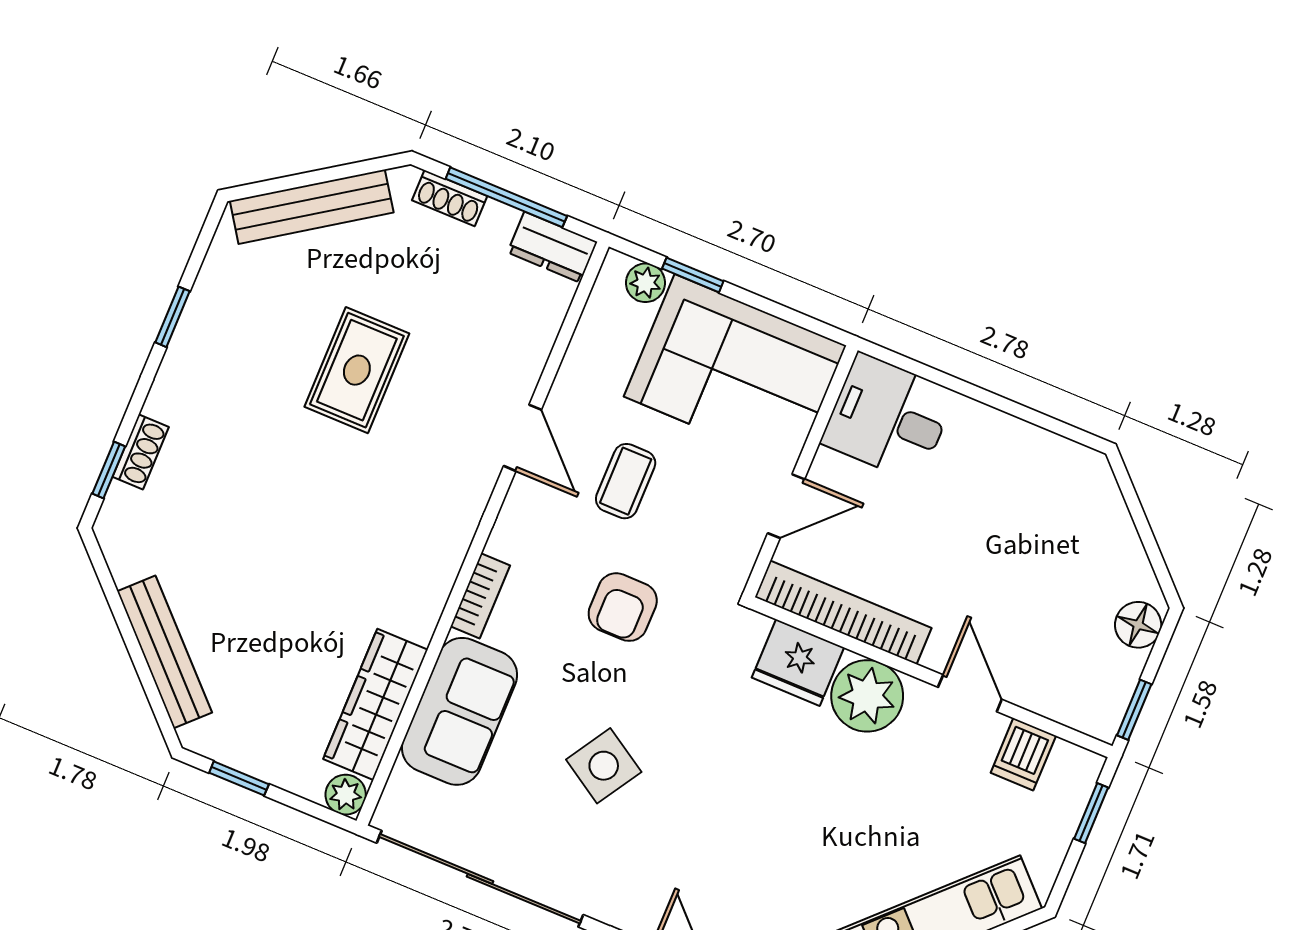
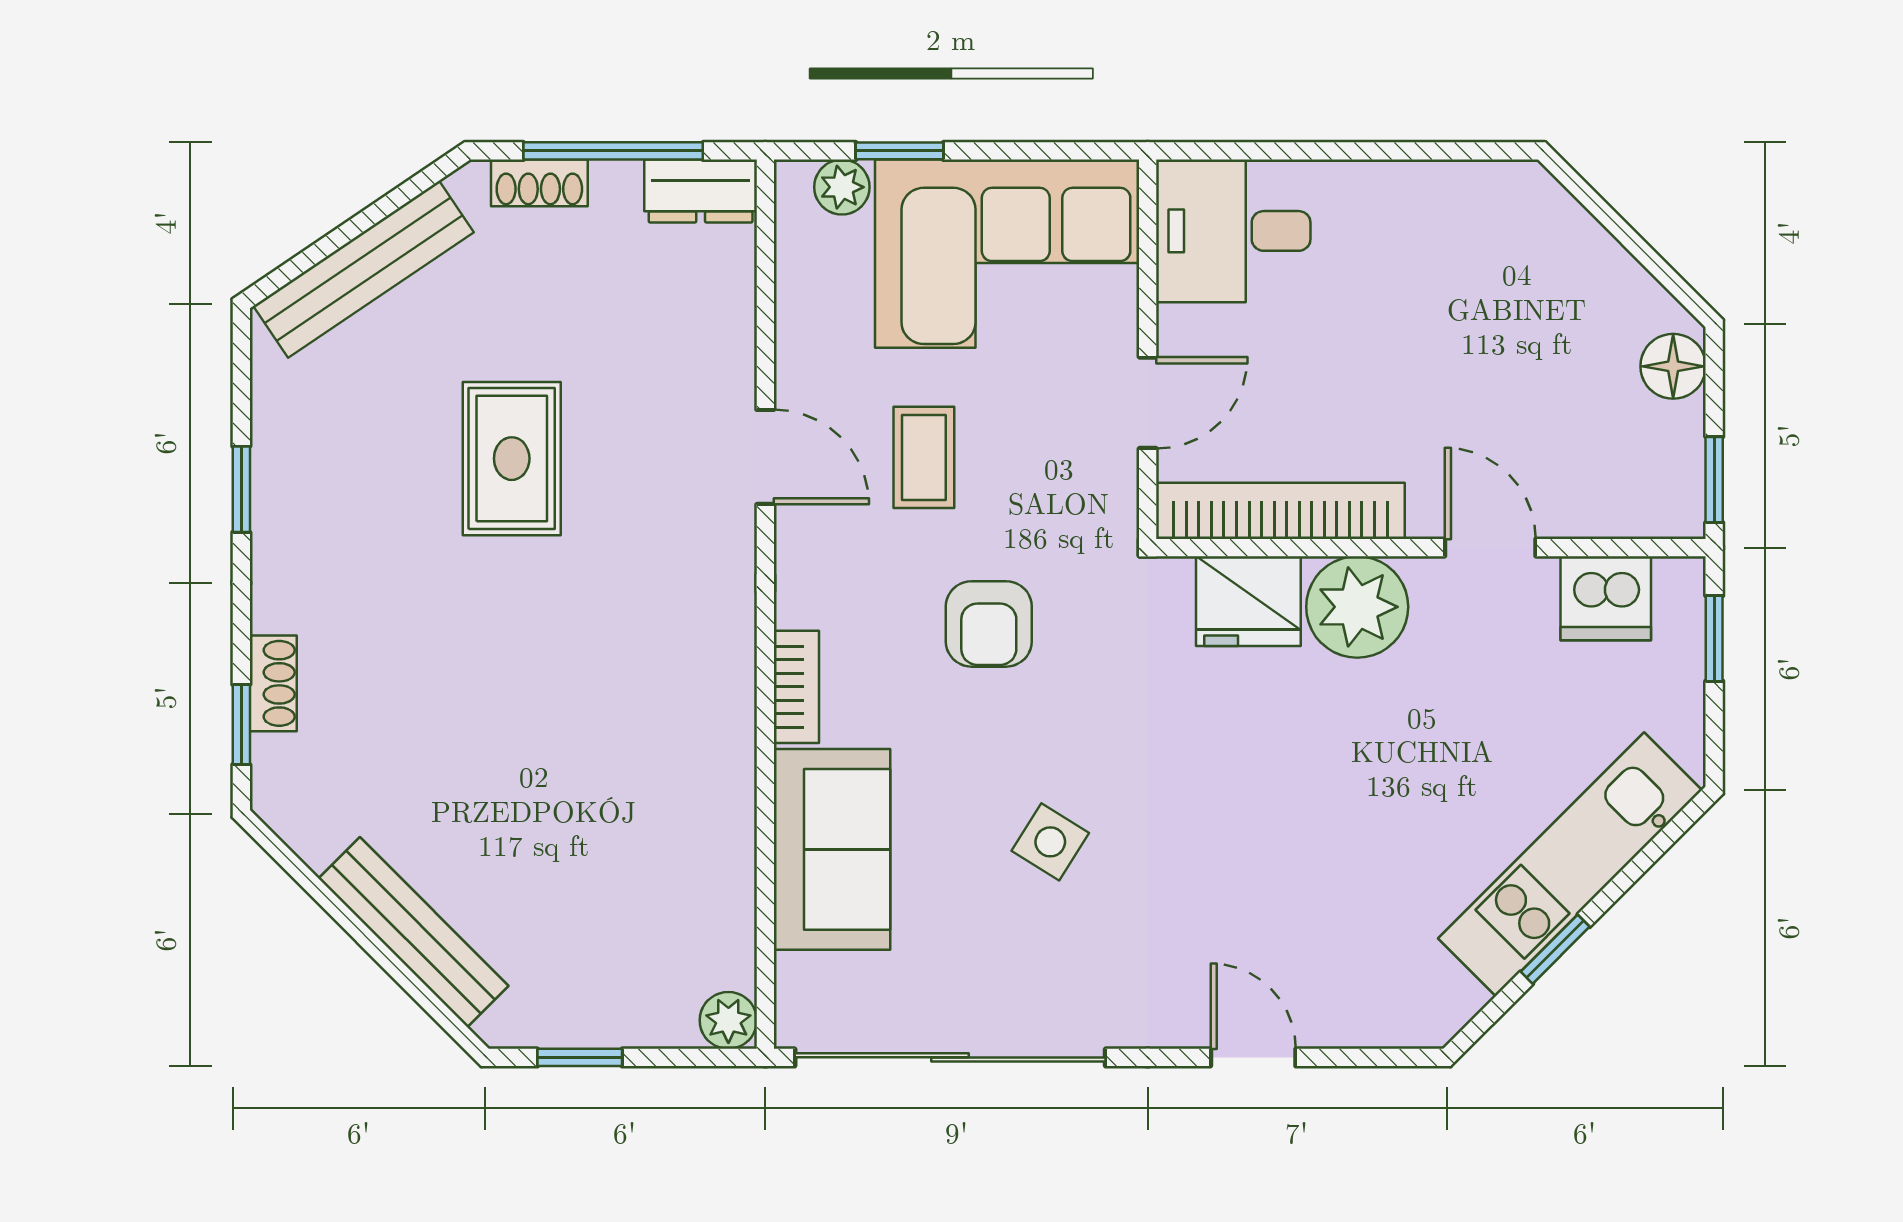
wardrobe: (375, 704) -> (718, 886), removed
dishwasher: (1023, 754) -> (1606, 598), width x1.38
side table: (604, 766) -> (1050, 842), width x0.73, depth x0.73

